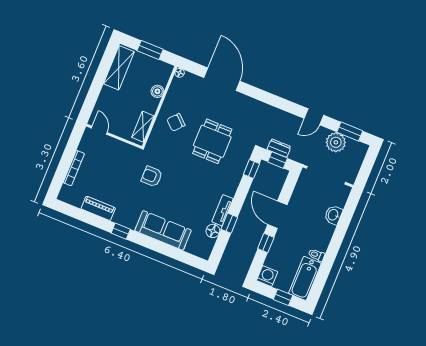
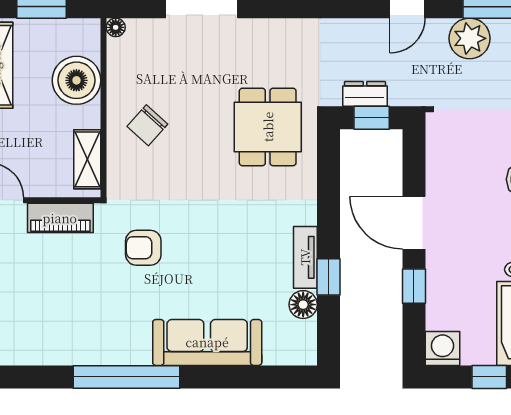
boiler: (157, 91) -> (76, 80), width x1.86, depth x1.86
dining table: (212, 141) -> (268, 127), moved
window: (251, 169) -> (329, 155), removed
piano: (98, 208) -> (60, 218), moved, turned 180
window: (121, 231) -> (127, 377), width x3.17

